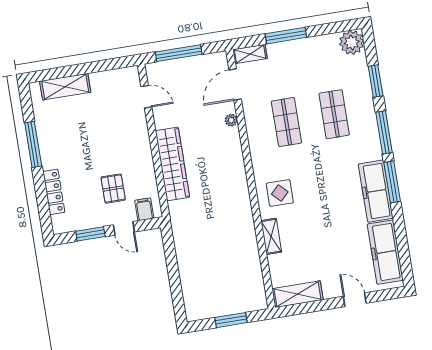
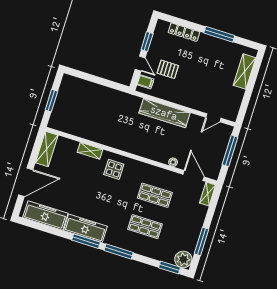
window: (286, 36) -> (201, 241), moved
window: (376, 81) -> (169, 267), moved
door: (124, 228) -> (140, 64), swing flipped
door: (355, 300) -> (26, 182), width x1.87

